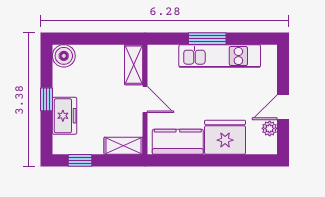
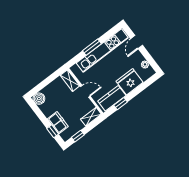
kitchen unit: (220, 56) -> (102, 50), width x1.36
window: (47, 99) -> (53, 131), moved
door: (283, 107) -> (137, 42), moved
window: (185, 160) -> (121, 104), added

